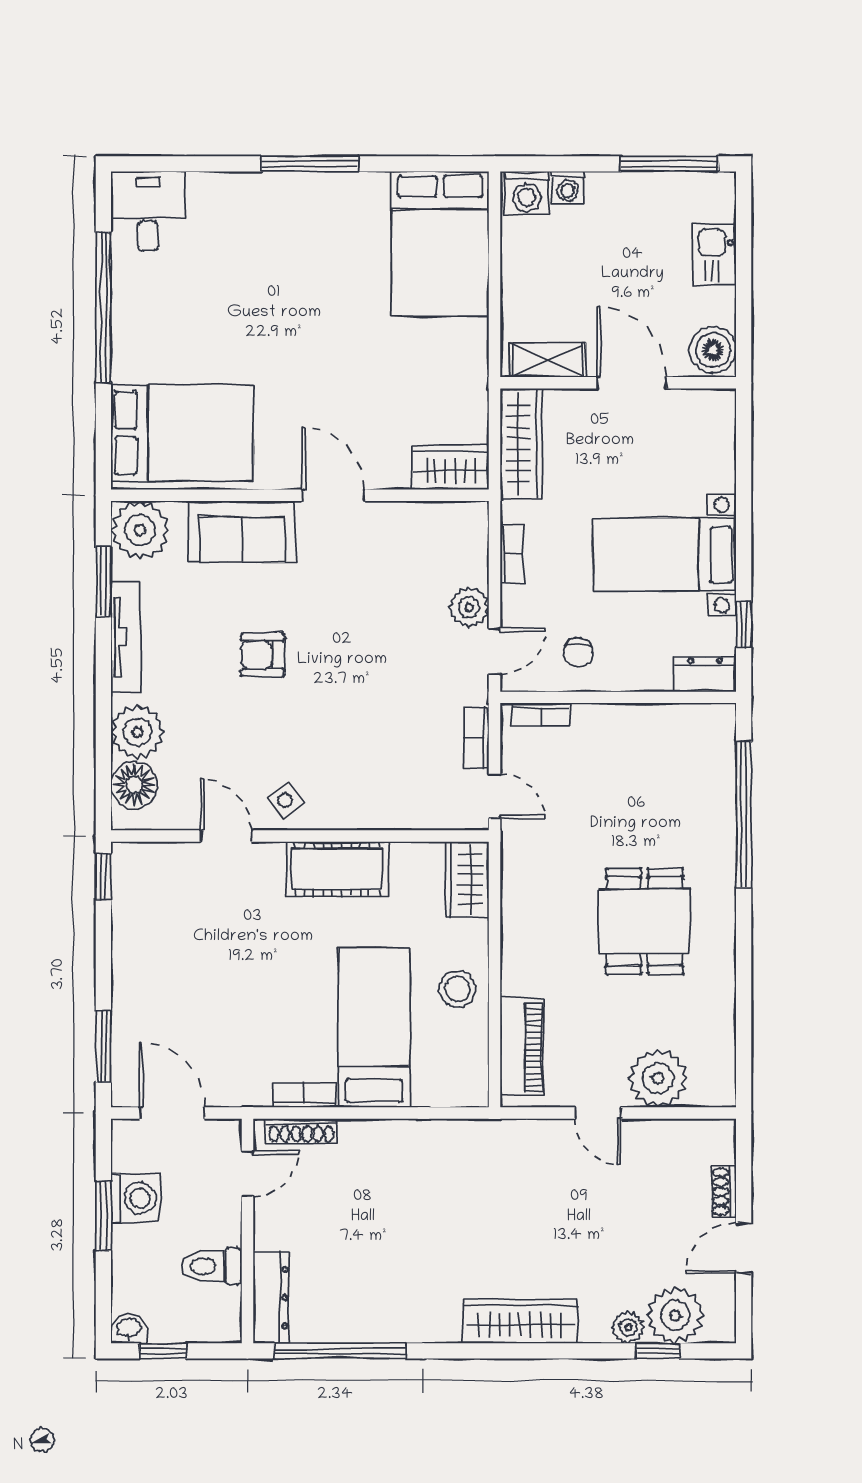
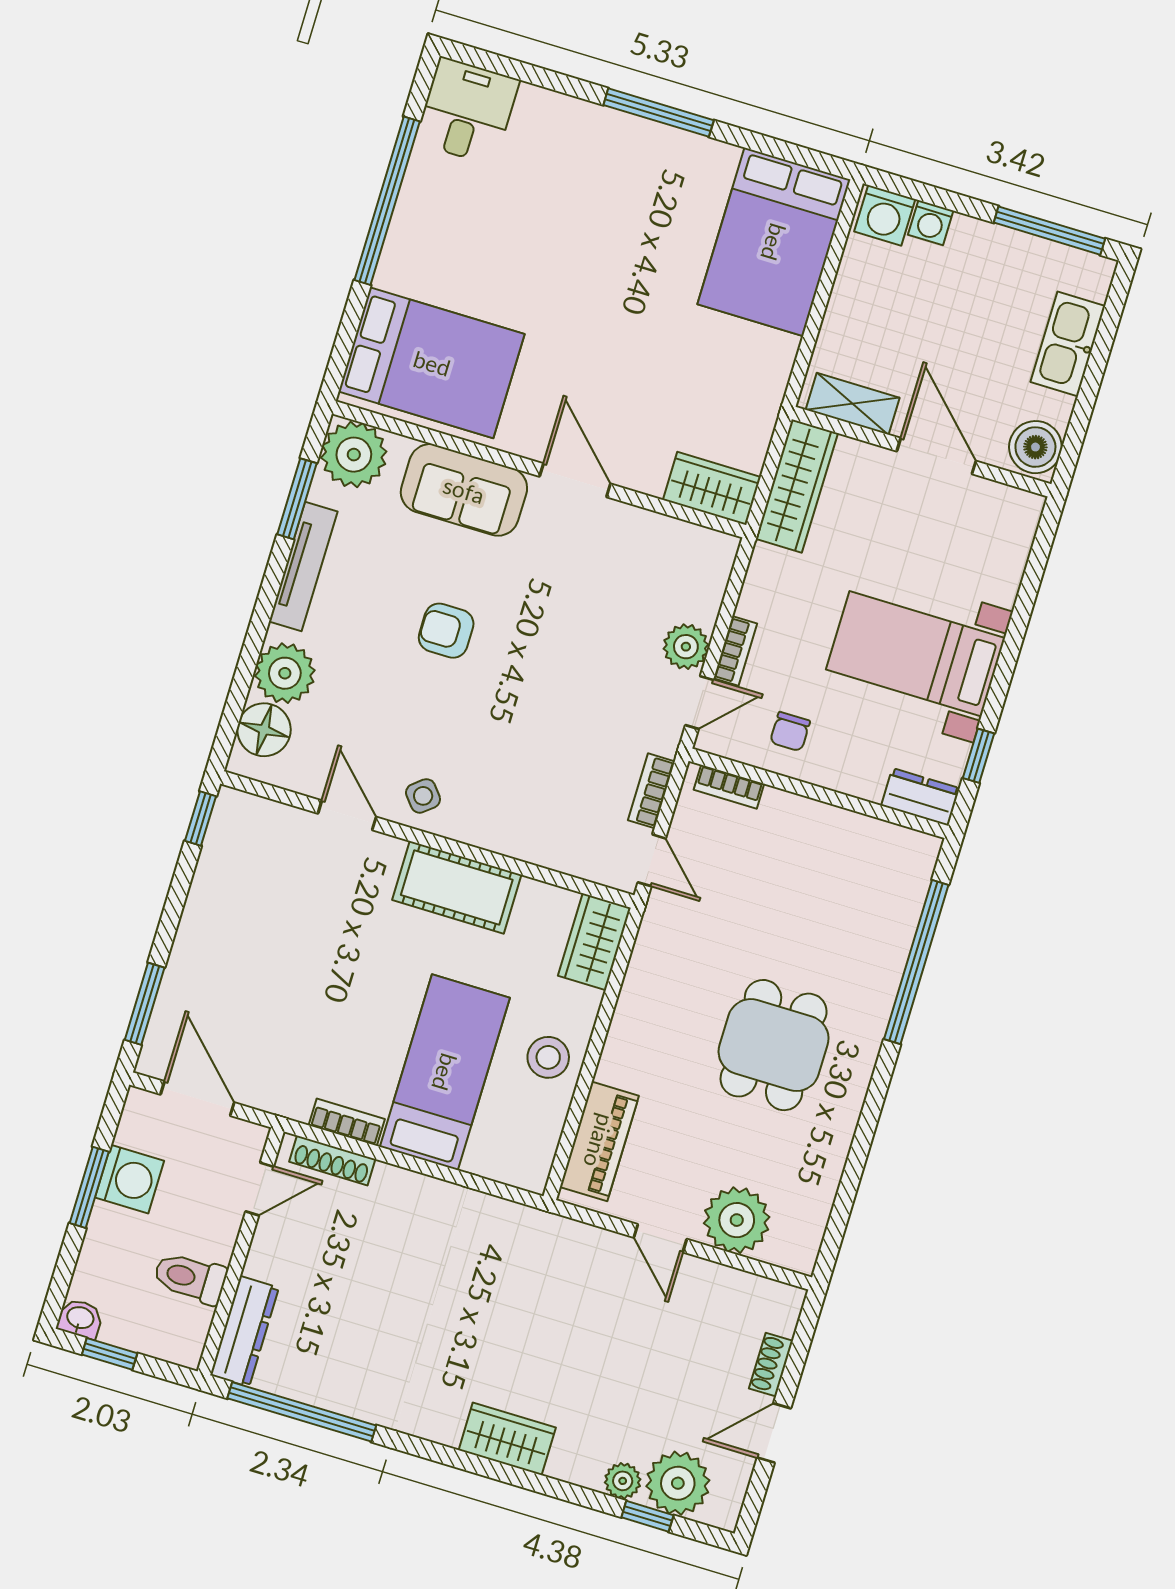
kitchen sink: (714, 255) -> (1068, 344), width x1.38
bookcase: (512, 554) -> (735, 651), moved
wardrobe: (520, 1321) -> (507, 1439), width x0.67

